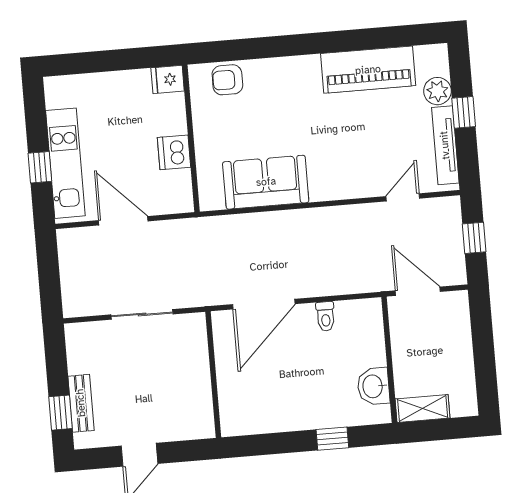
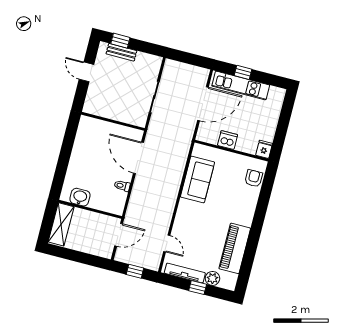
door: (123, 221) -> (203, 104), width x1.36
shelving: (423, 408) -> (61, 224), width x1.50, depth x1.33
window: (332, 439) -> (62, 168), removed

